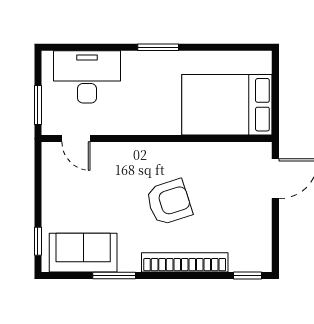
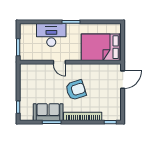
desk: (87, 77) -> (51, 35), moved
door: (76, 139) -> (59, 62), moved
sofa: (83, 253) -> (48, 112), moved

